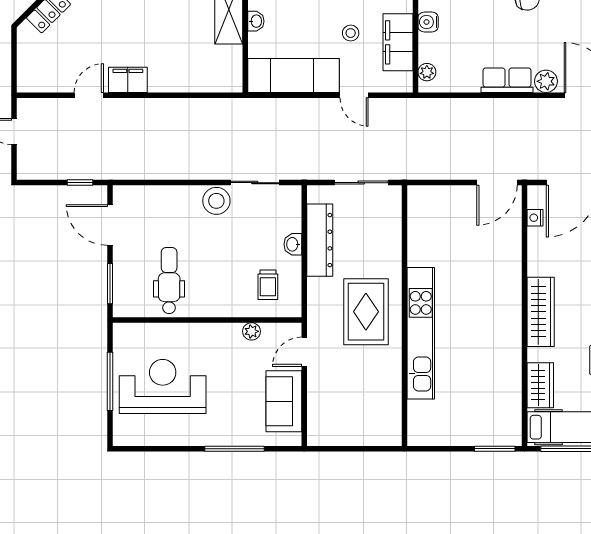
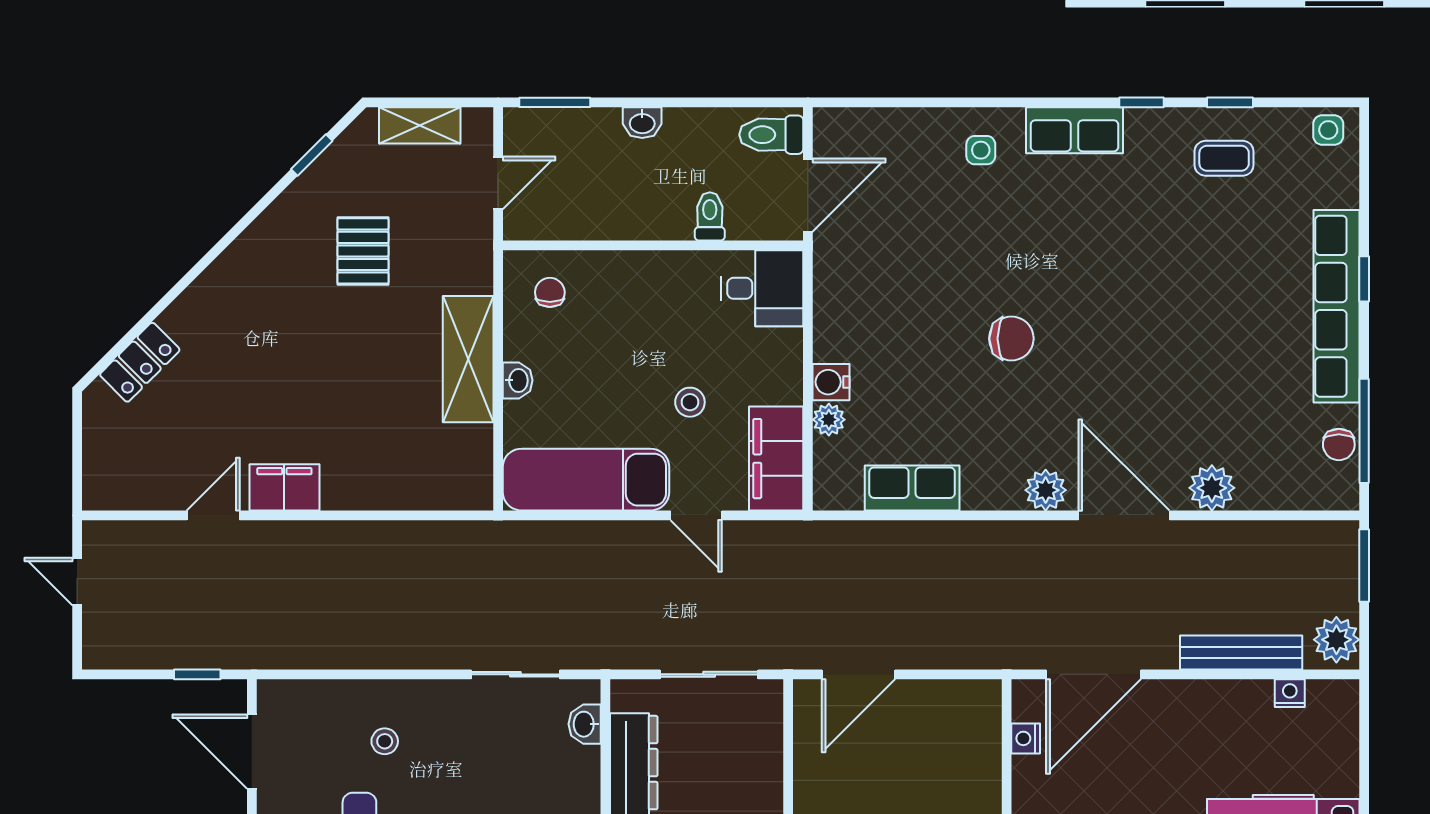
filing cabinet: (398, 42) -> (776, 459), moved
plant: (427, 72) -> (829, 420), moved
row of seats: (507, 80) -> (912, 488), moved
door: (497, 183) -> (859, 674), moved
stool: (216, 201) -> (385, 741), moved, width x0.53, depth x0.53
washbasin: (293, 244) -> (585, 724), moved

